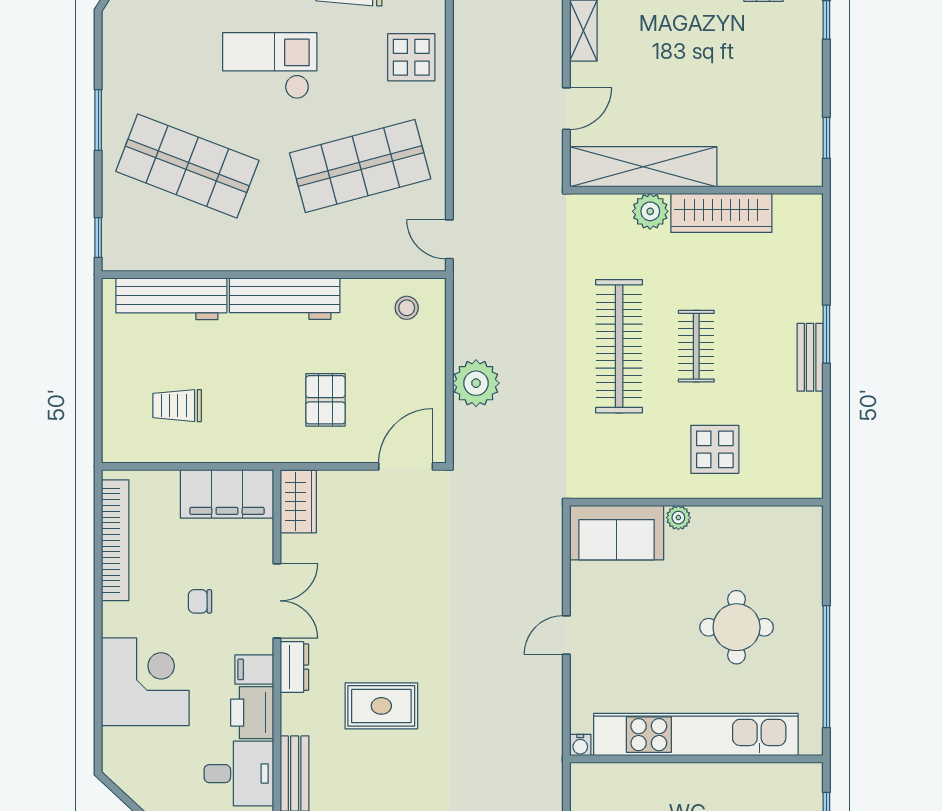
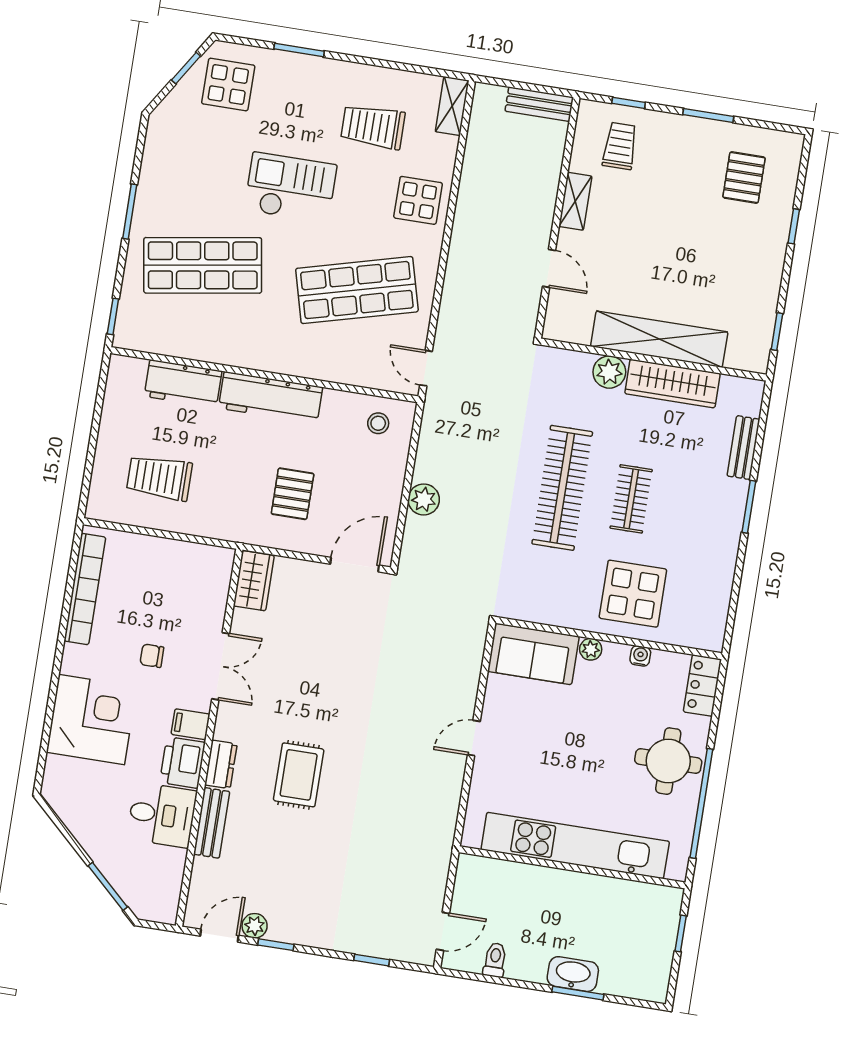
door: (566, 109) -> (549, 268), hinge flipped
shop shelf: (187, 166) -> (203, 265), turned -30
shelving: (643, 167) -> (659, 339), moved
workbench: (171, 299) -> (183, 384), width x0.73
bench: (810, 357) -> (744, 448), moved
plant: (476, 383) -> (424, 500), width x0.73, depth x0.73
trolley: (177, 406) -> (159, 478), width x1.36, depth x1.39
display table: (715, 449) -> (633, 594), width x1.36, depth x1.36
filing cabinet: (227, 494) -> (191, 564), removed
locker: (807, 538) -> (702, 686), added
round table: (737, 627) -> (668, 761), moved
dresser: (294, 667) -> (221, 764), moved
rug: (381, 706) -> (299, 775), turned 90
water cooler: (580, 745) -> (640, 656), moved, turned 180

